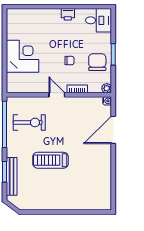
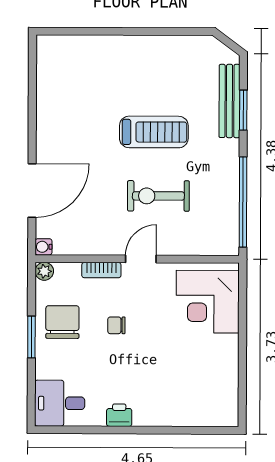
corner desk: (22, 56) -> (208, 302), moved
chair: (97, 62) -> (62, 322), turned 180
door: (57, 95) -> (141, 259), swing flipped
exercise bike: (29, 122) -> (158, 196), moved

